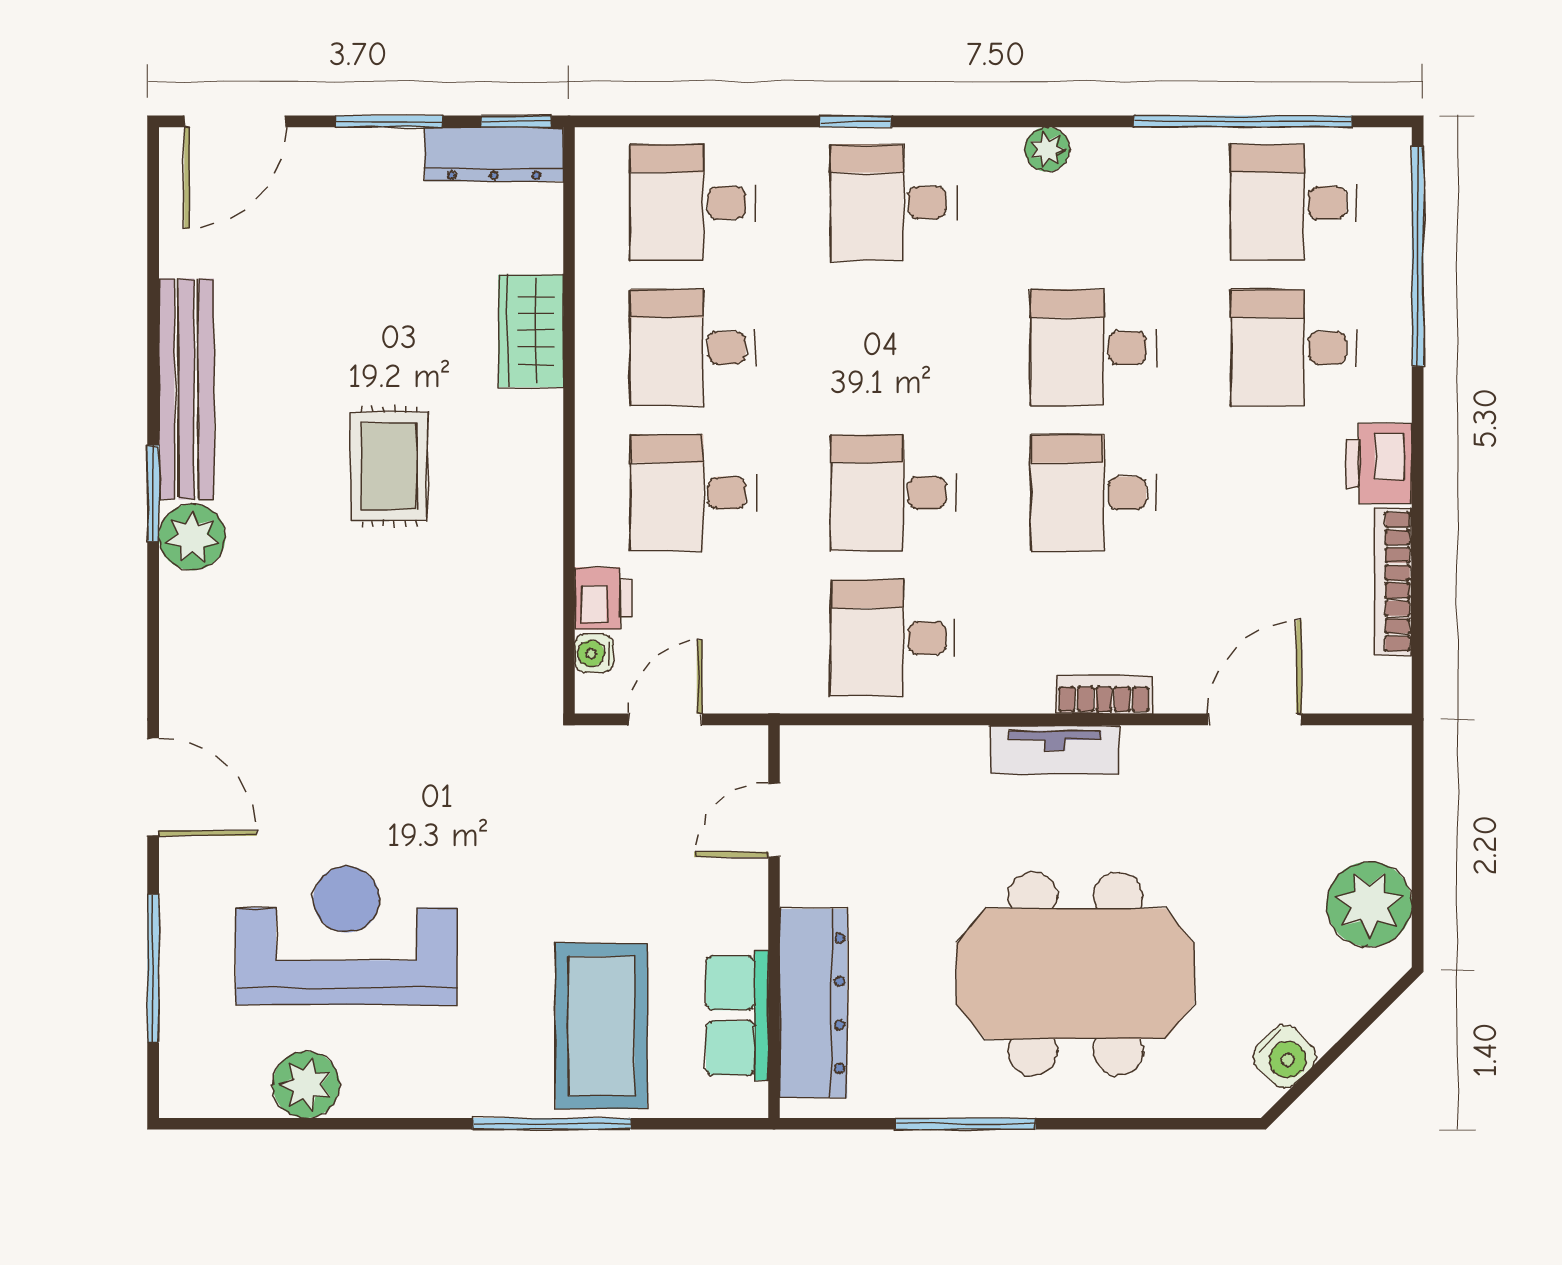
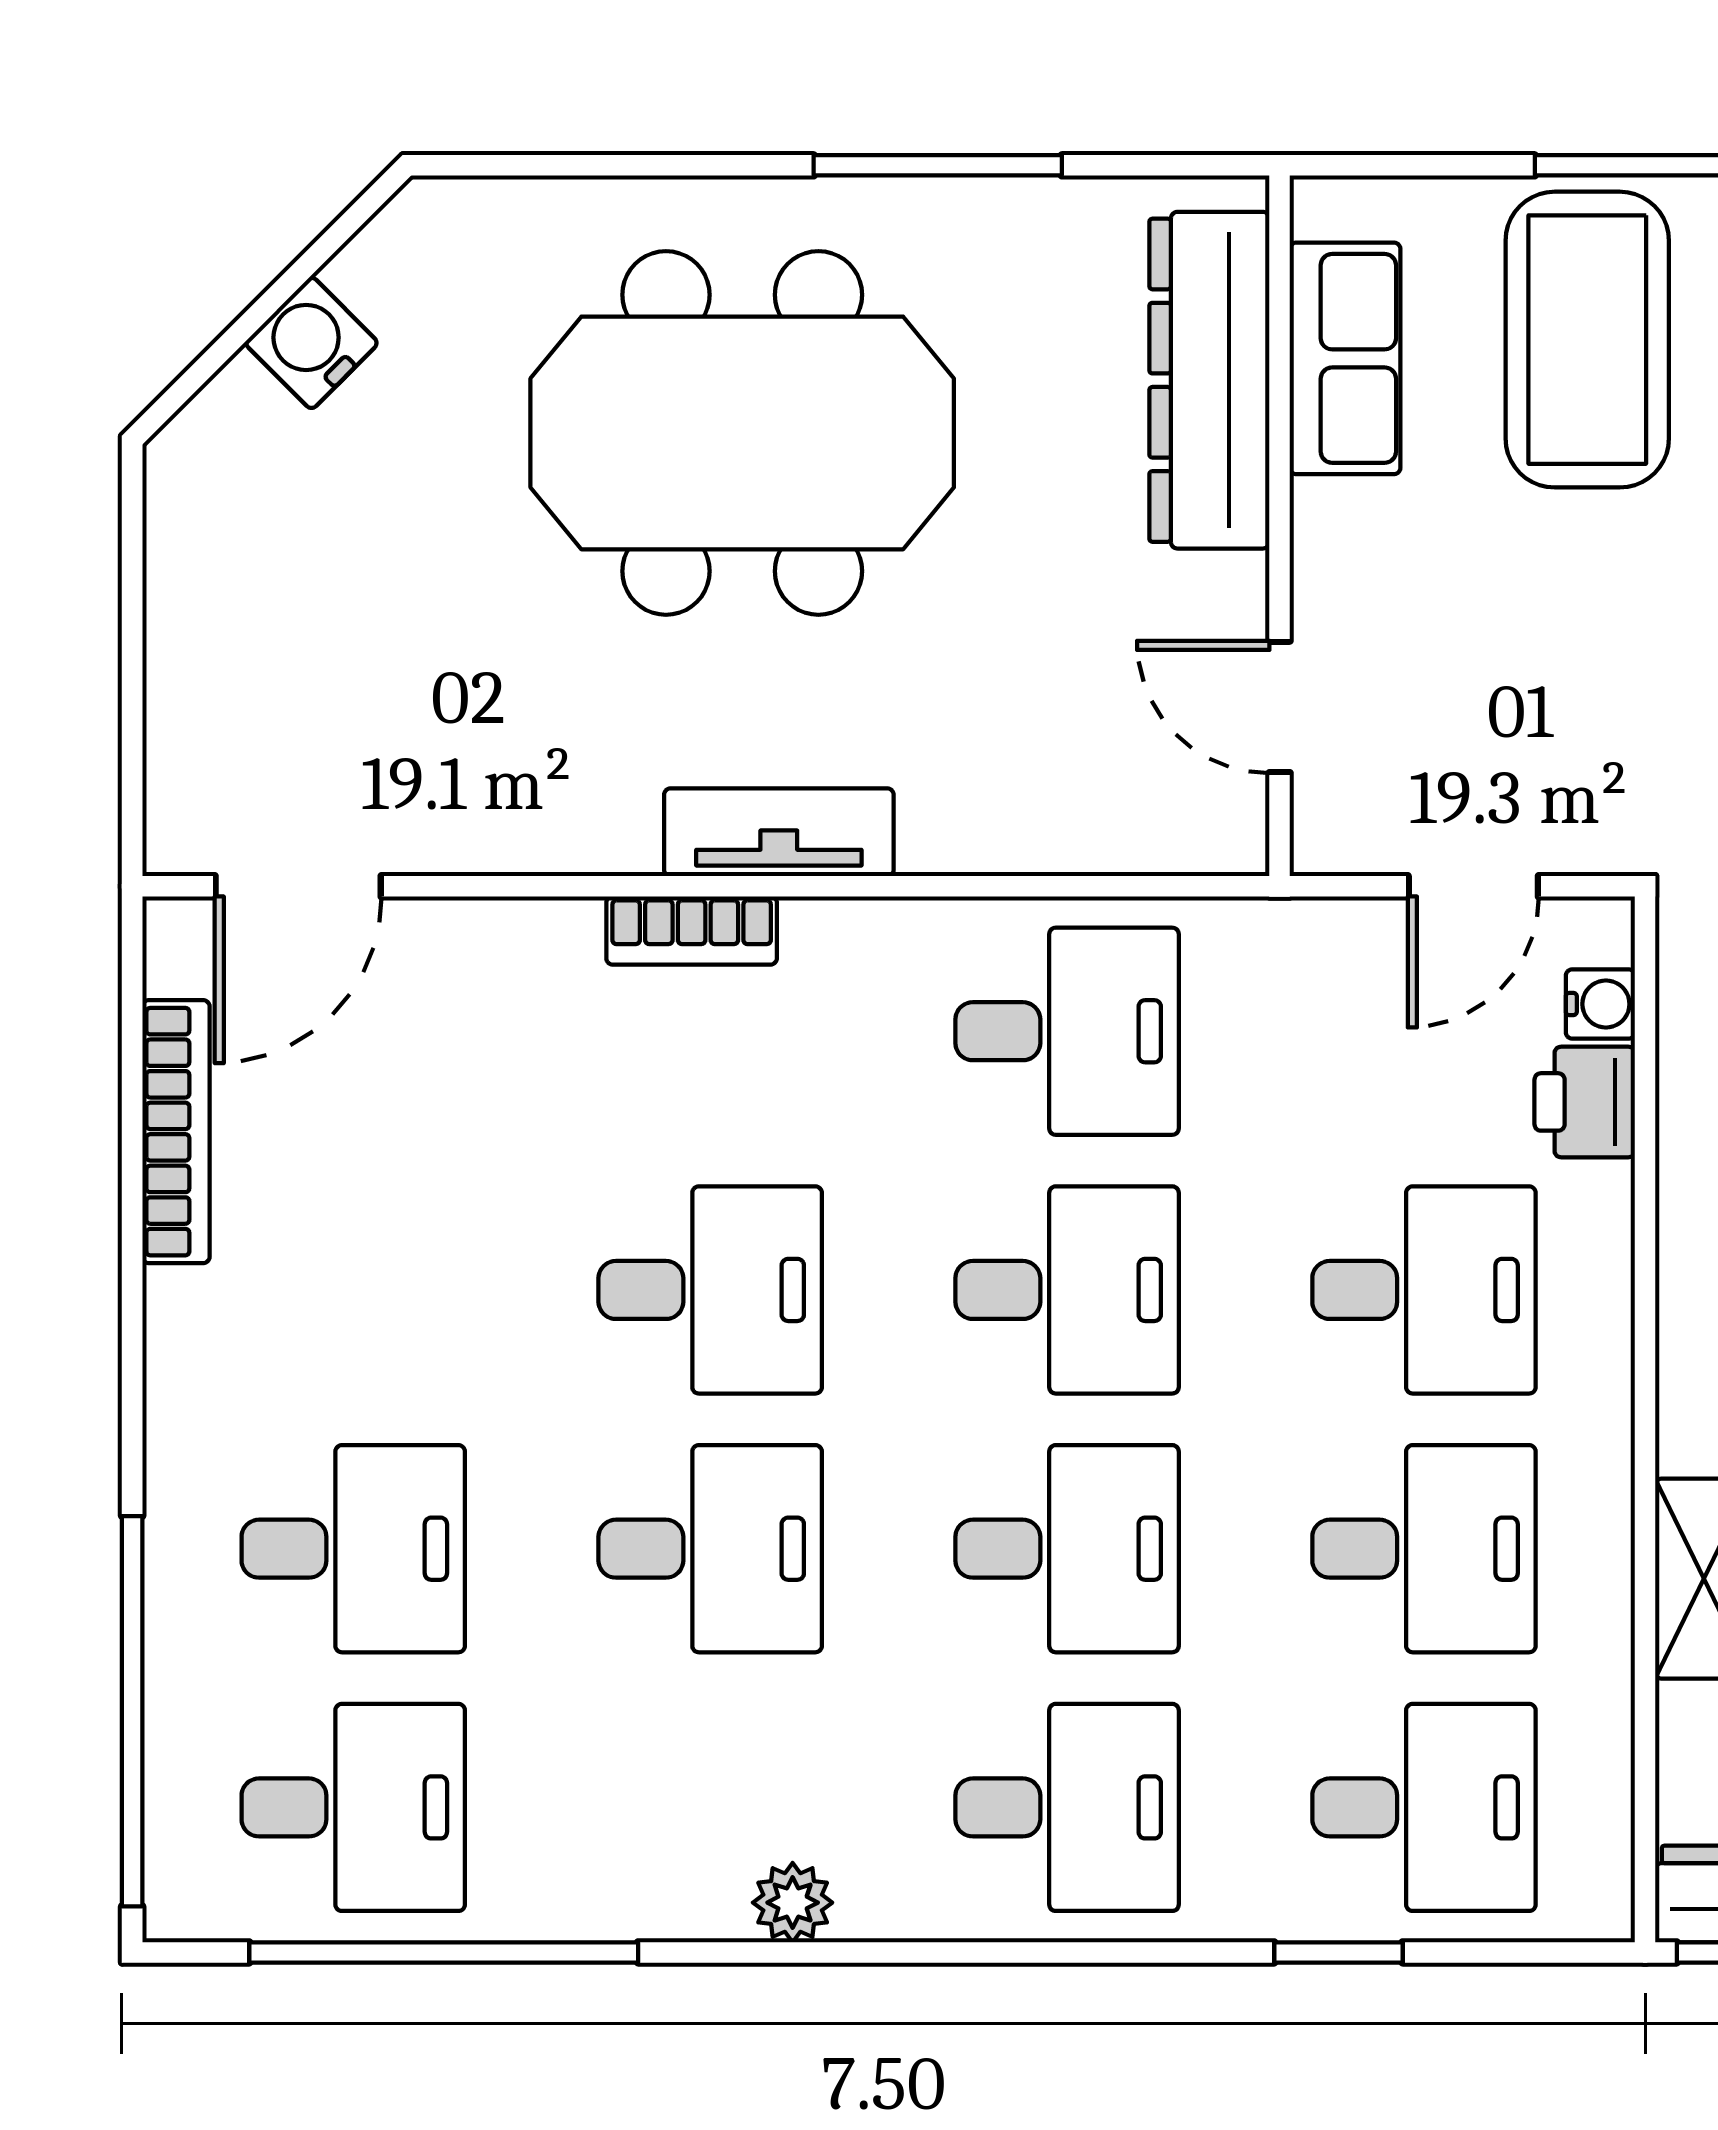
window: (856, 121) -> (1338, 1952), moved
desk: (893, 348) -> (1067, 1549), added
printer: (1379, 464) -> (201, 1342), removed
door: (1255, 719) -> (298, 886), moved
door: (774, 820) -> (1280, 707), swing flipped
plant: (1369, 904) -> (218, 557), removed
water cooler: (1285, 1057) -> (311, 343), moved

